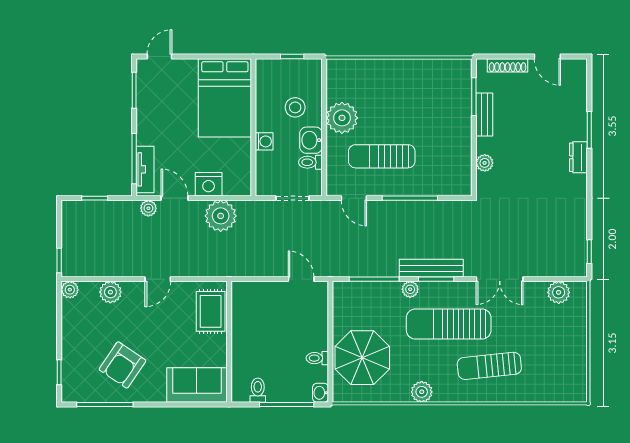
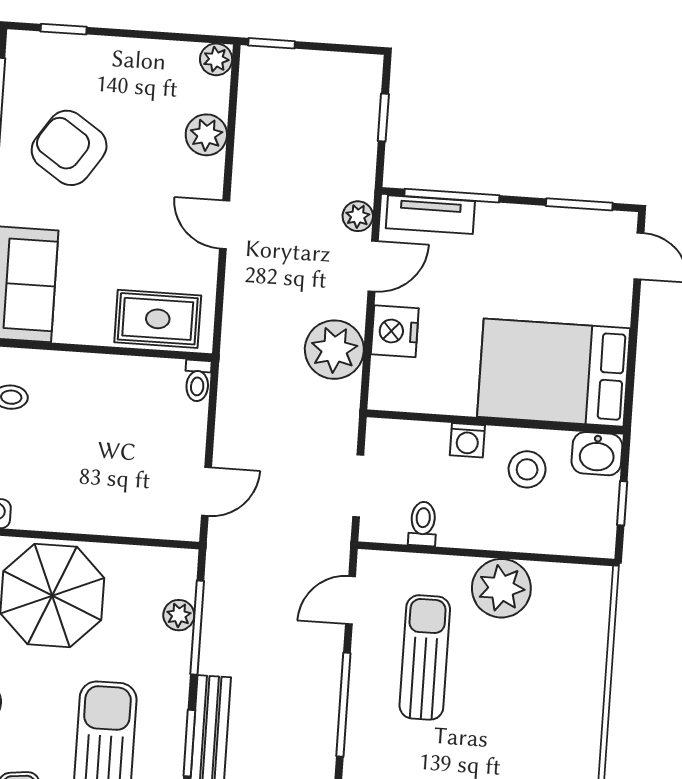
stool: (295, 107) -> (527, 469), moved
washbasin: (311, 140) -> (597, 454), moved, turned 180
plant: (410, 289) -> (179, 615), moved
toilet: (317, 358) -> (198, 381), moved, turned 180

